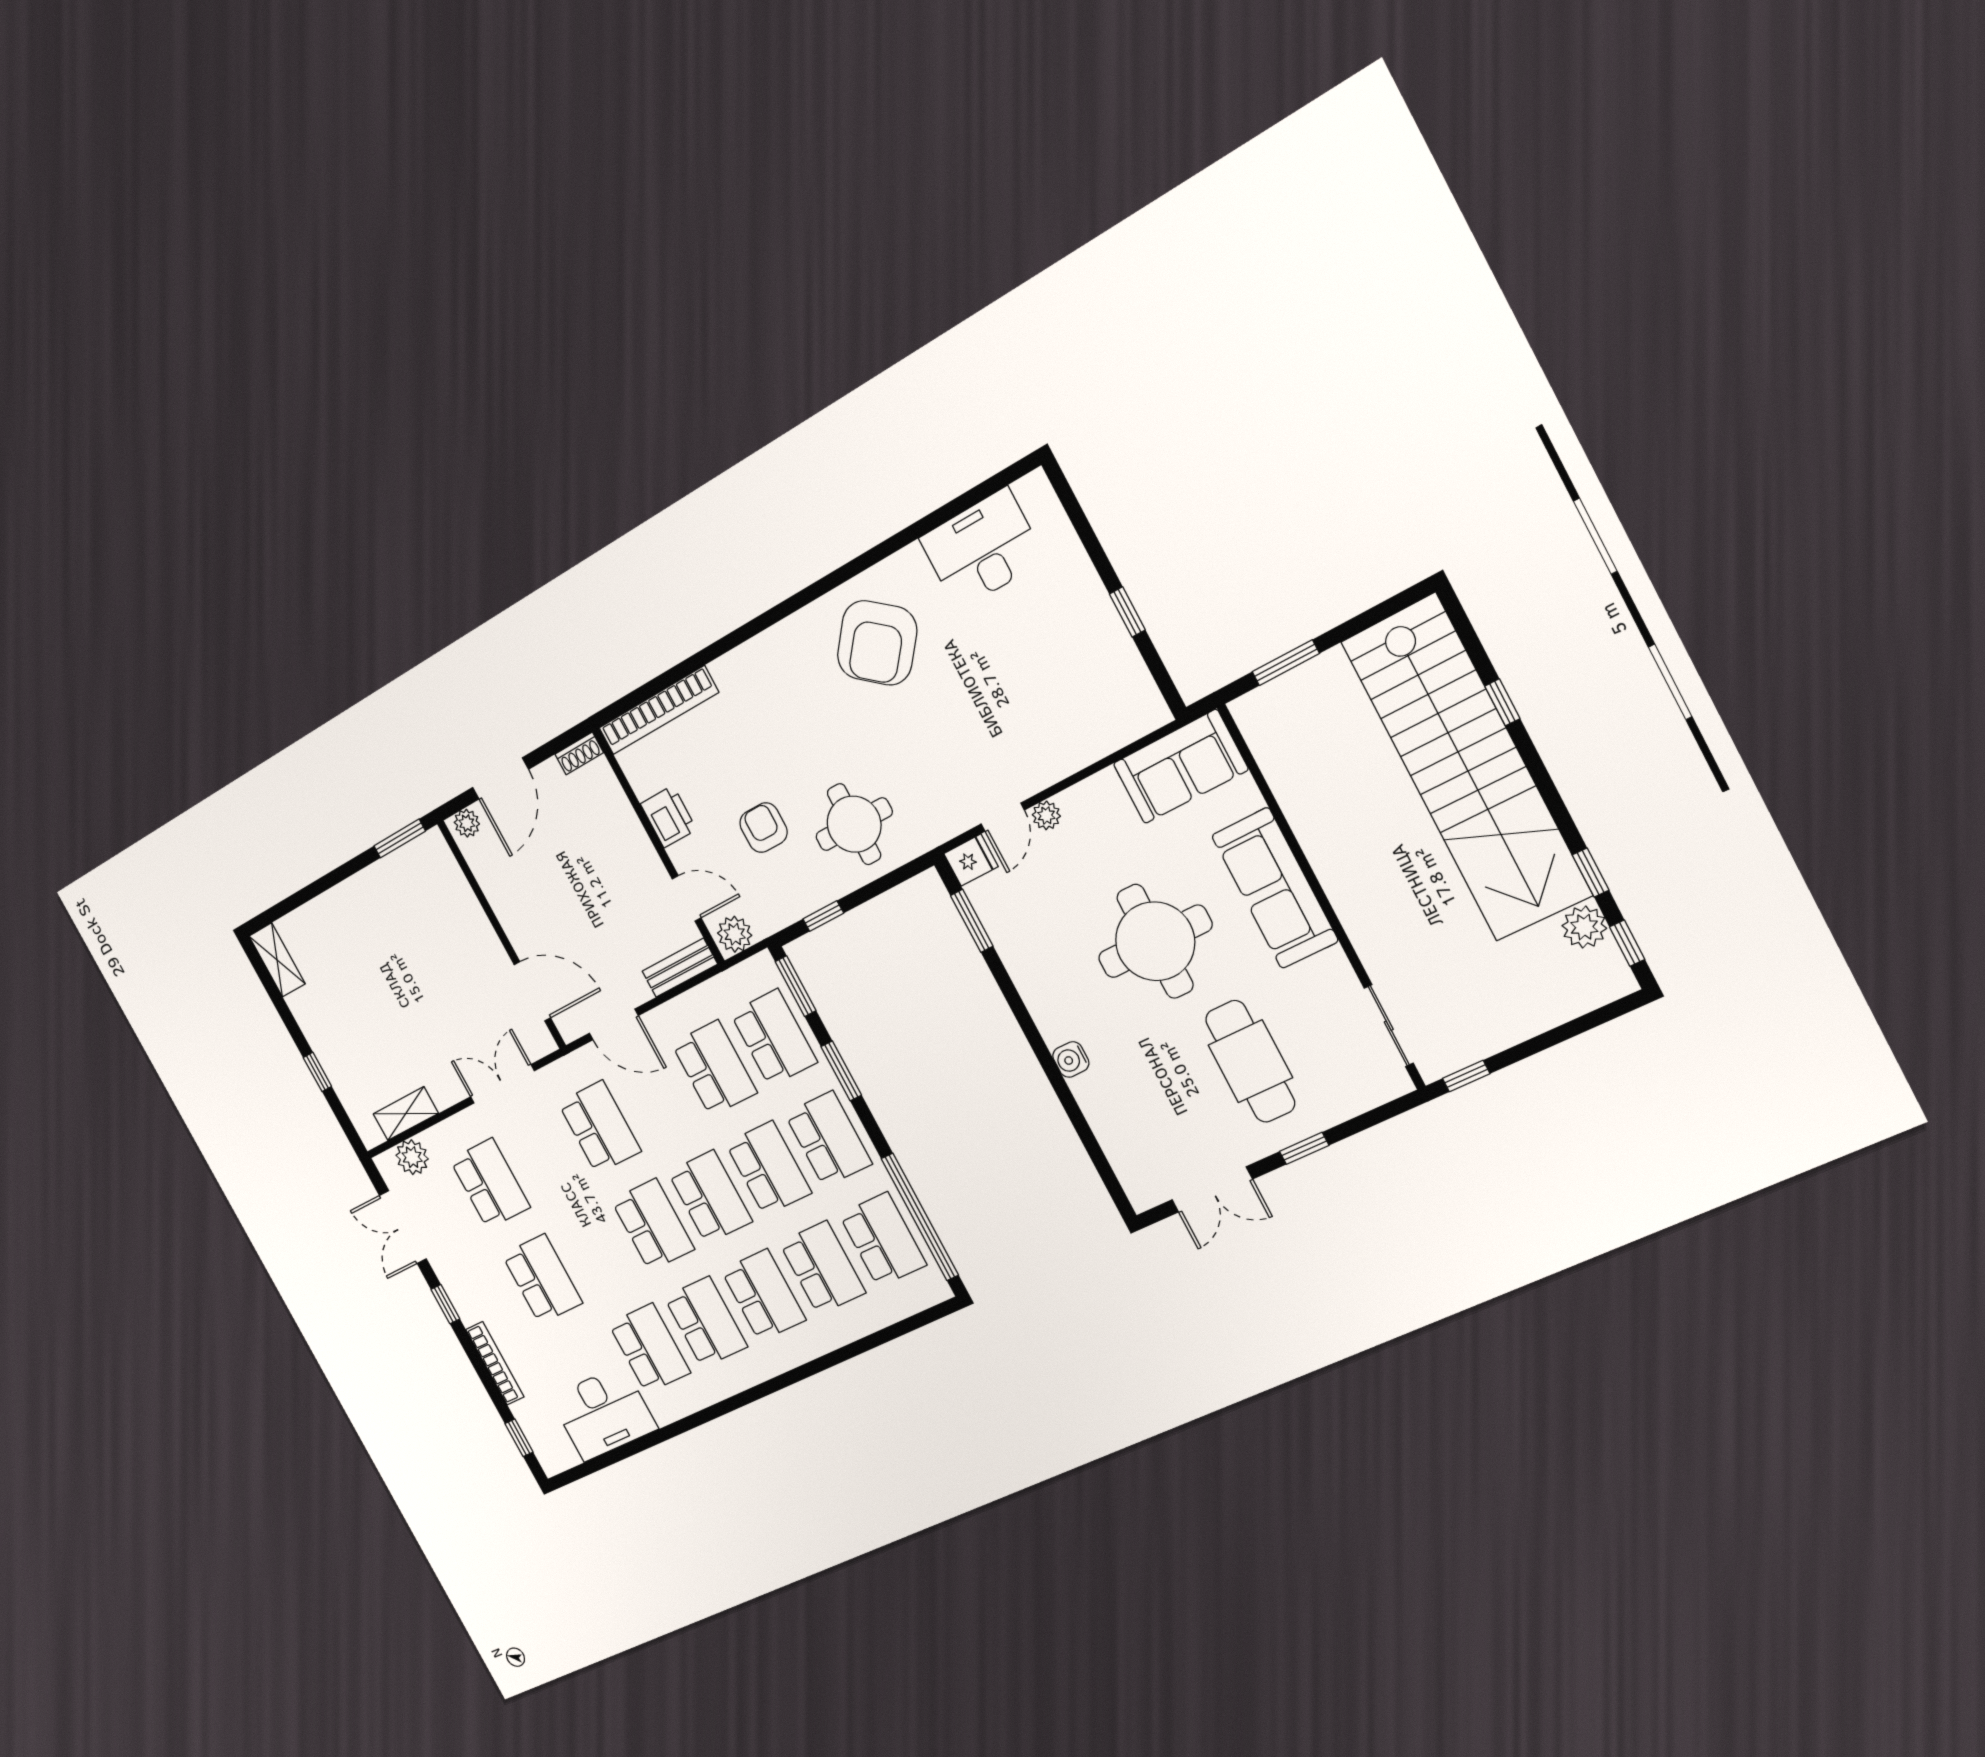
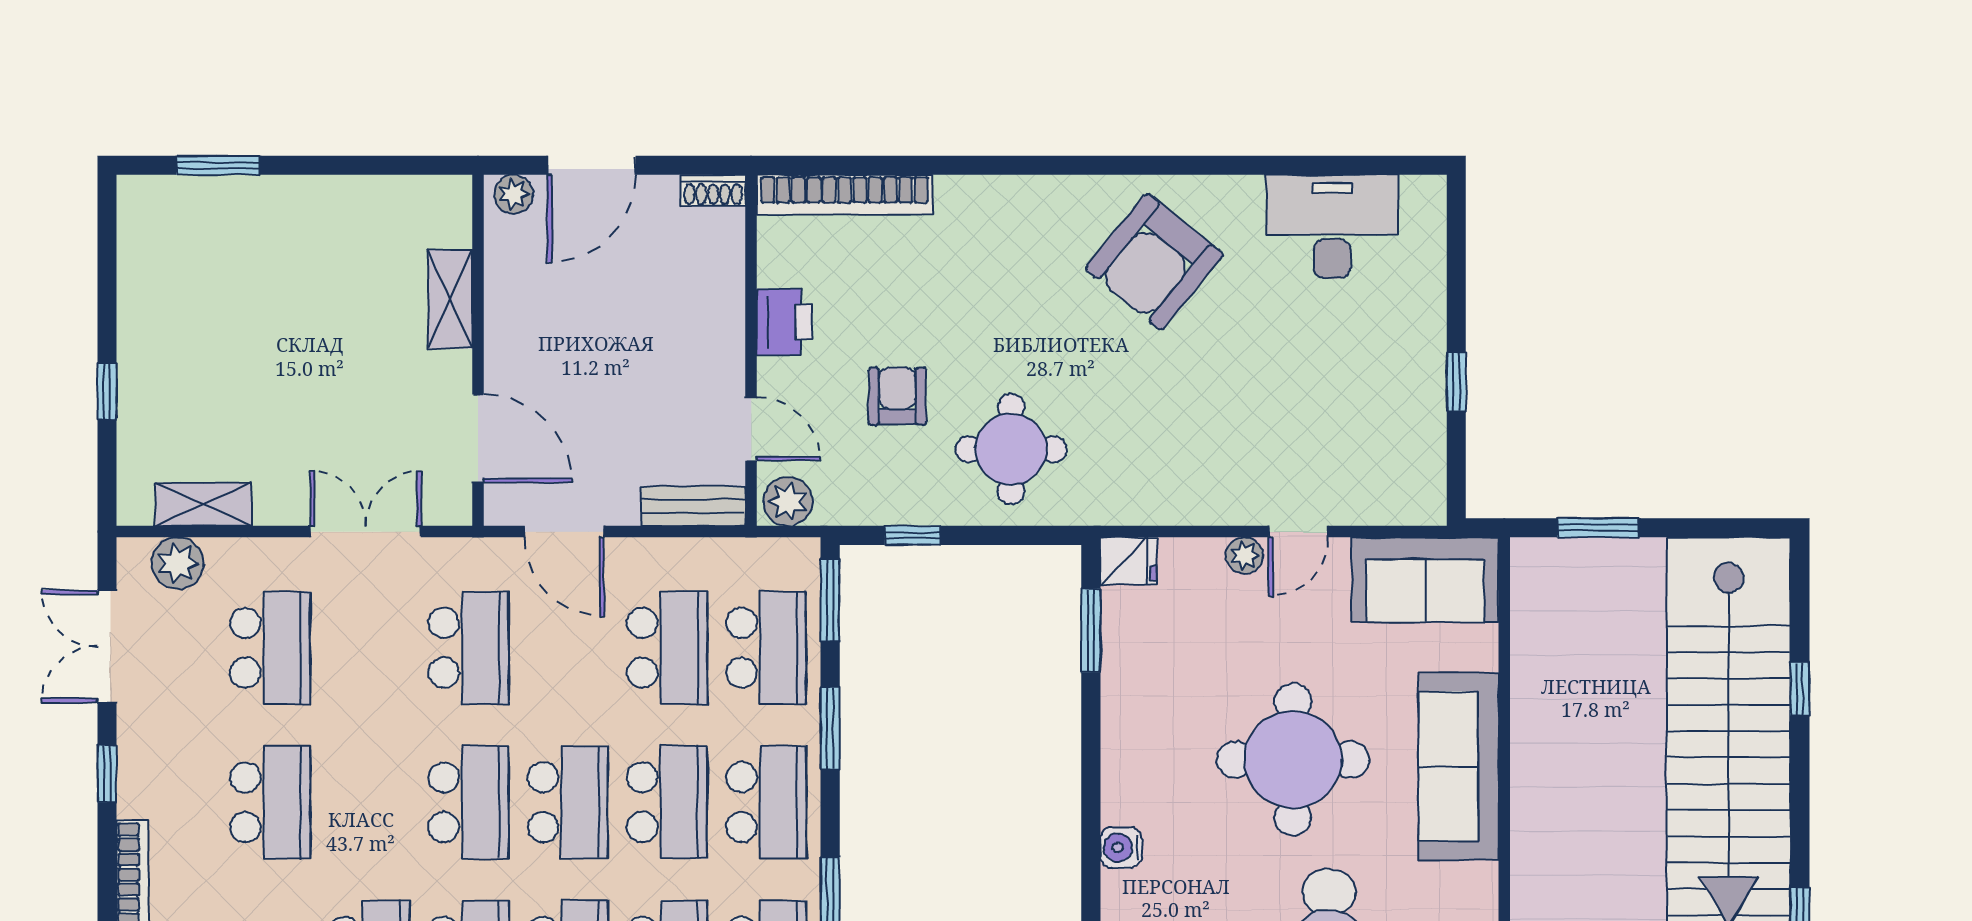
door: (1003, 817) -> (1298, 532), moved
window: (400, 839) -> (218, 165), moved
shelving: (277, 960) -> (450, 299), moved

